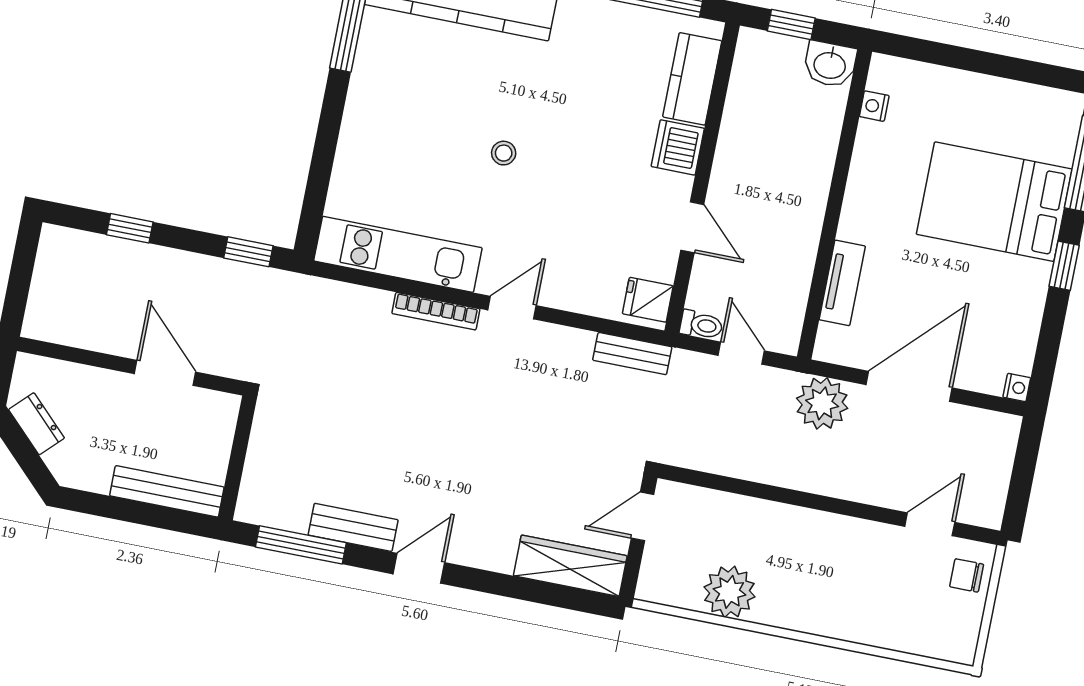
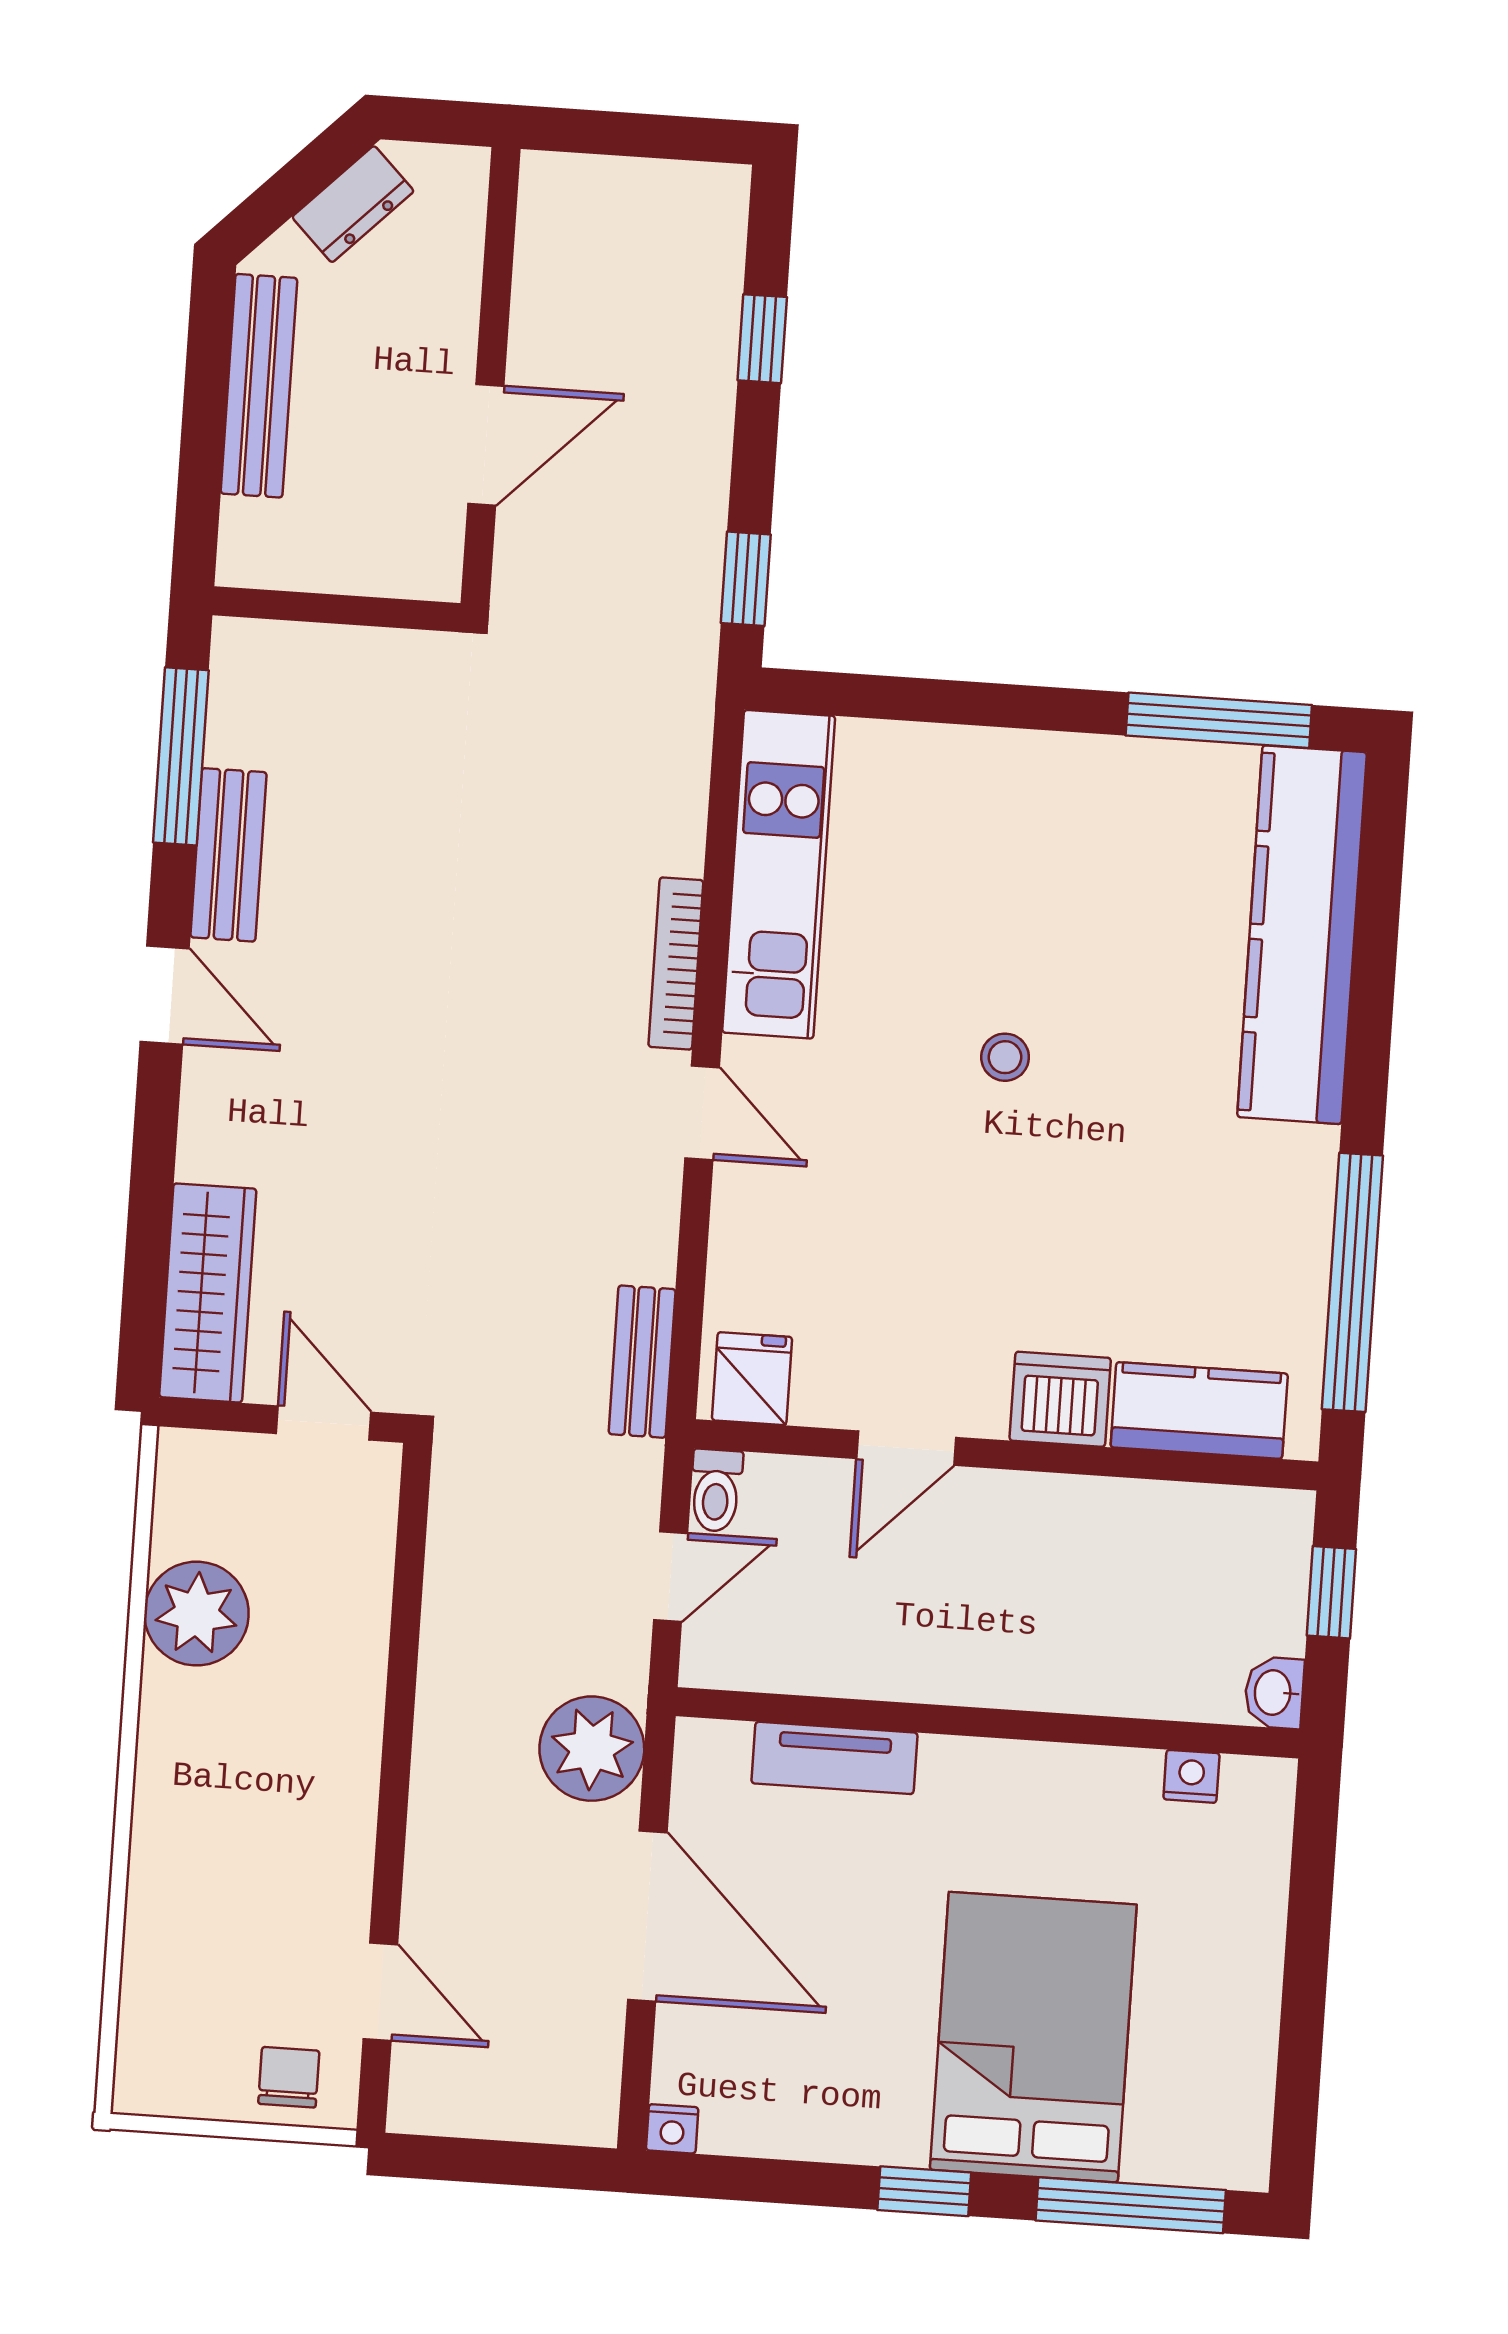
washbasin: (830, 64) -> (1274, 1693), width x0.72, depth x0.69
bench: (167, 491) -> (259, 386), moved

